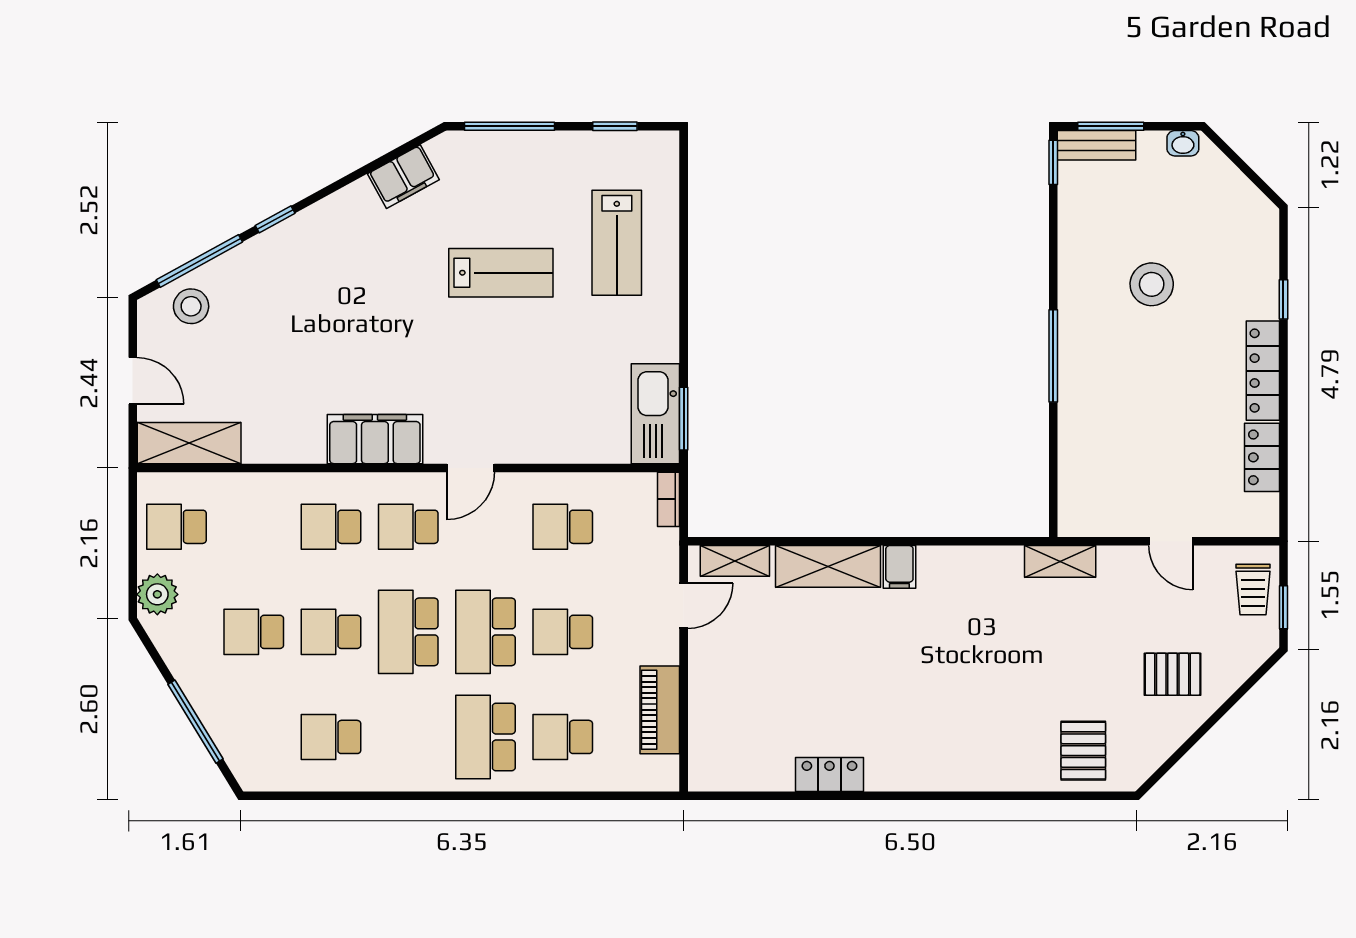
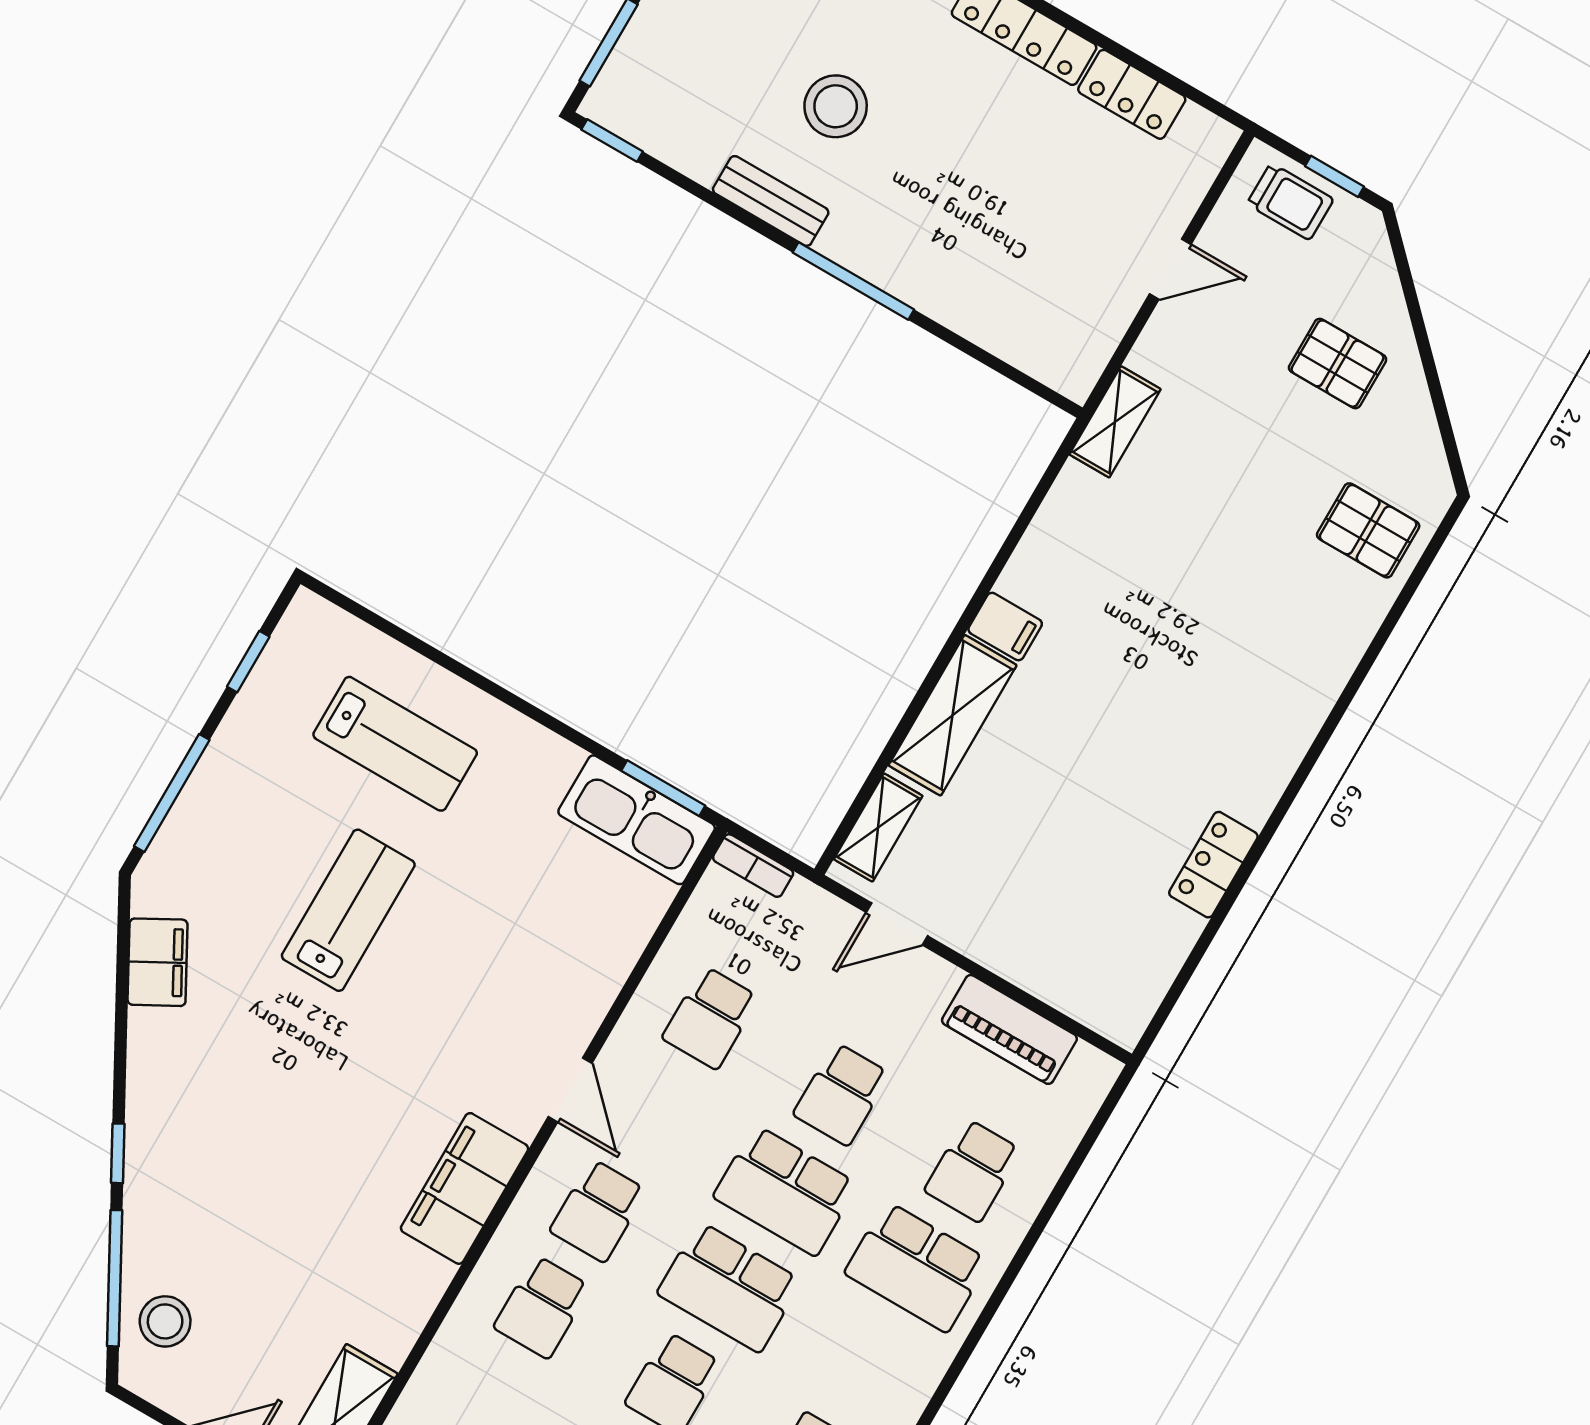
bench: (1097, 145) -> (771, 201), moved, turned 90
door: (684, 606) -> (897, 924), swing flipped
pallet: (1173, 674) -> (1338, 364), turned 90

